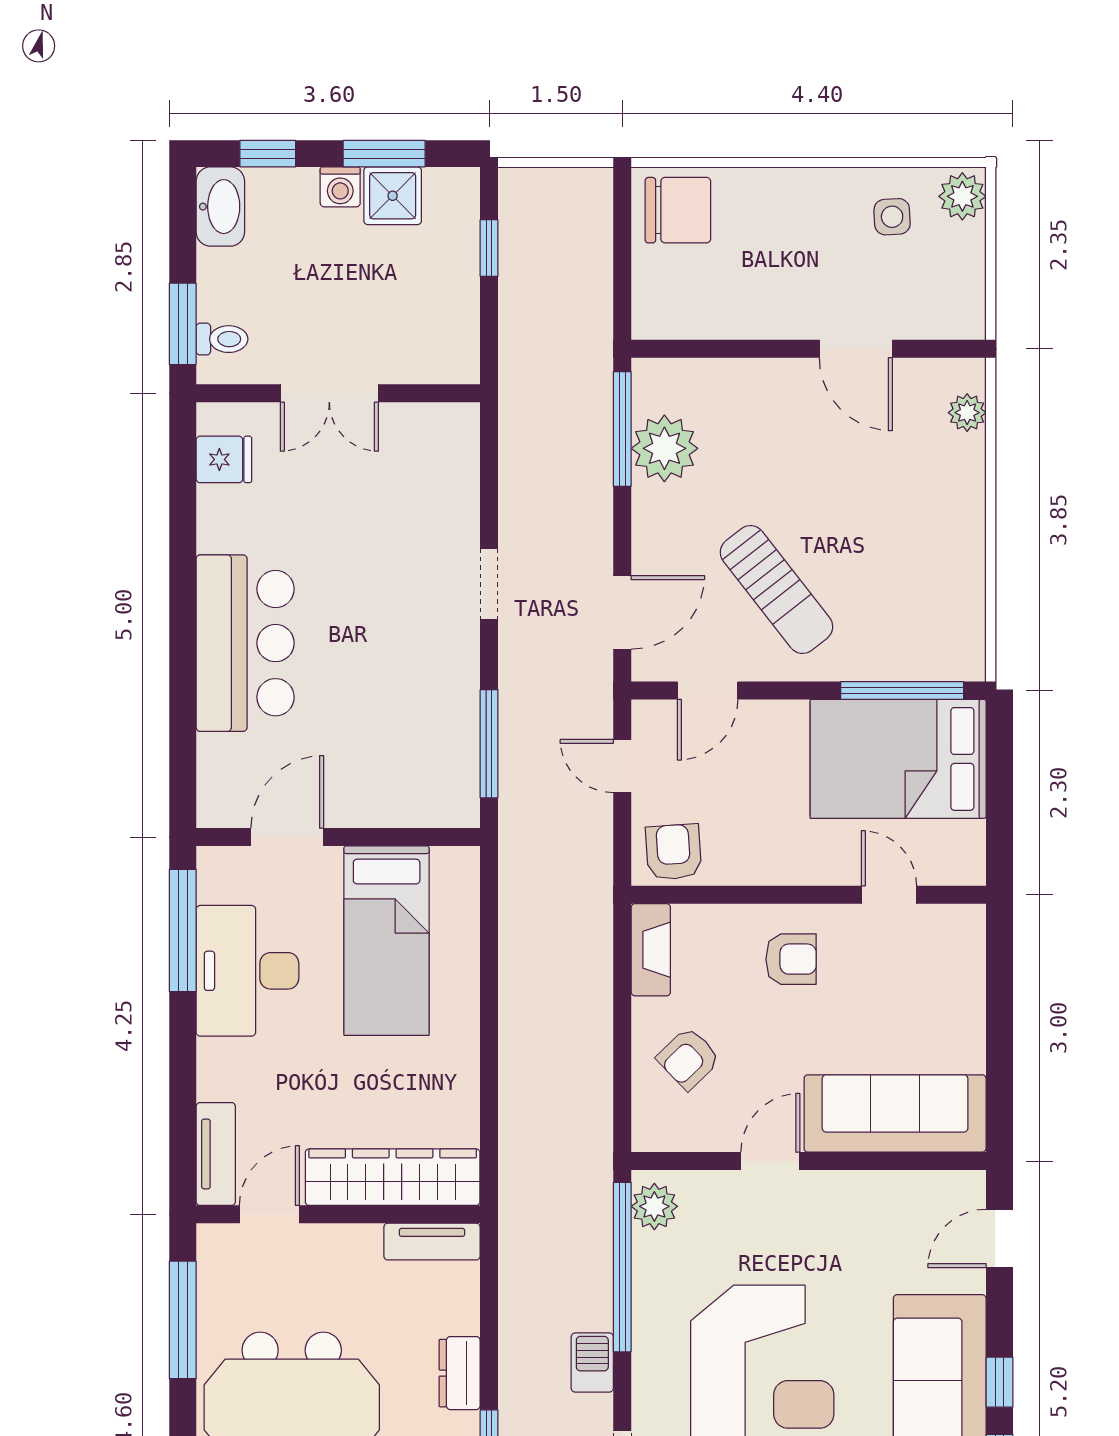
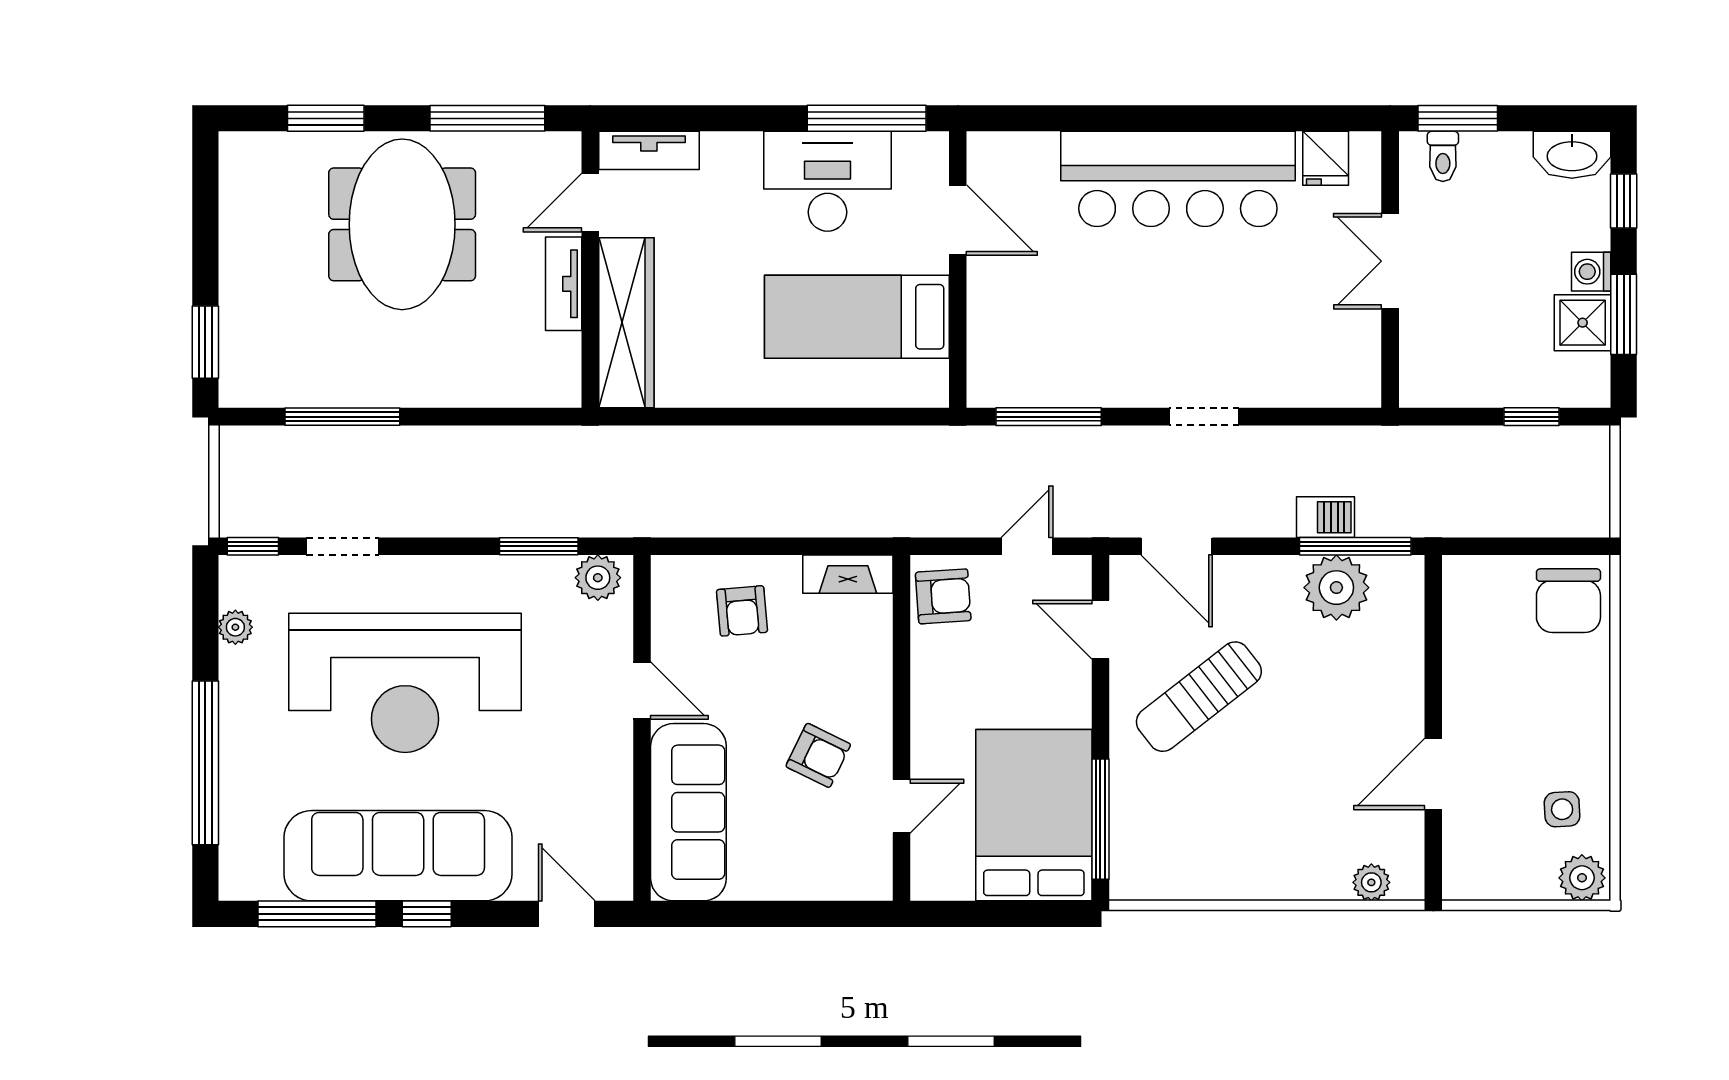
bar counter: (245, 643) -> (1178, 179), width x1.36
armchair: (791, 959) -> (818, 755), moved, turned -64
armchair: (689, 1058) -> (742, 611), turned -141
door: (269, 1214) -> (590, 203), swing flipped
tv unit: (432, 1242) -> (564, 284), moved
window: (622, 1267) -> (539, 546), width x0.47
barbecue: (592, 1363) -> (1326, 517), moved
dresser: (460, 1373) -> (436, 388), removed

